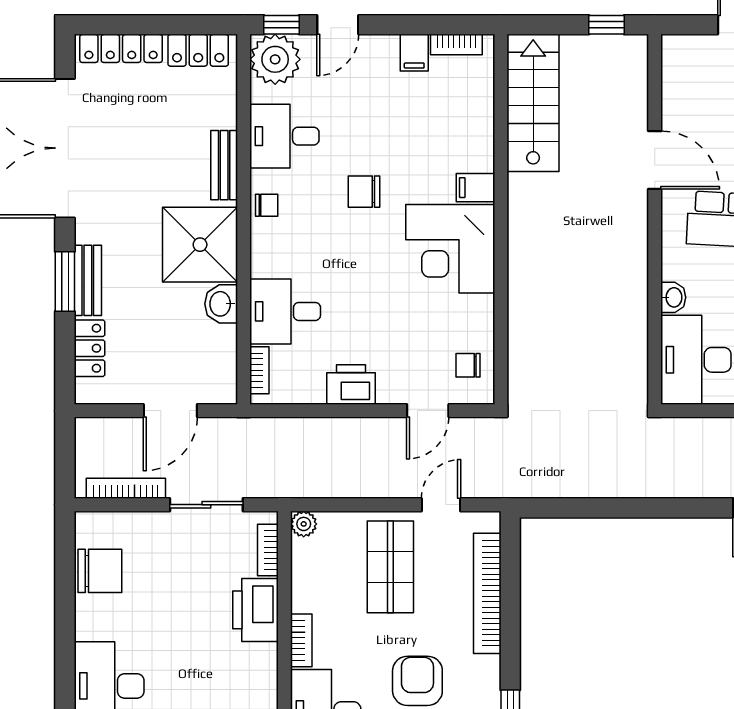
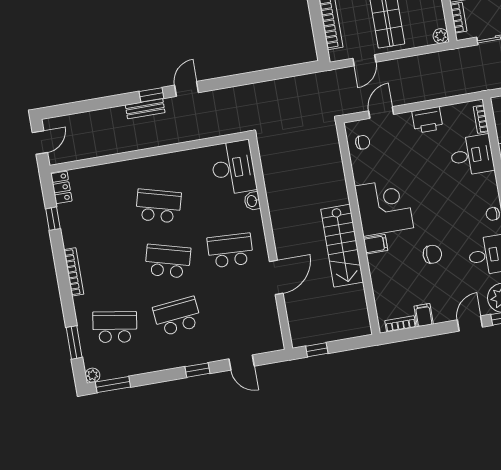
stairs: (533, 103) -> (342, 246), moved
door: (655, 160) -> (276, 277), swing flipped
chair: (364, 192) -> (432, 254), moved

